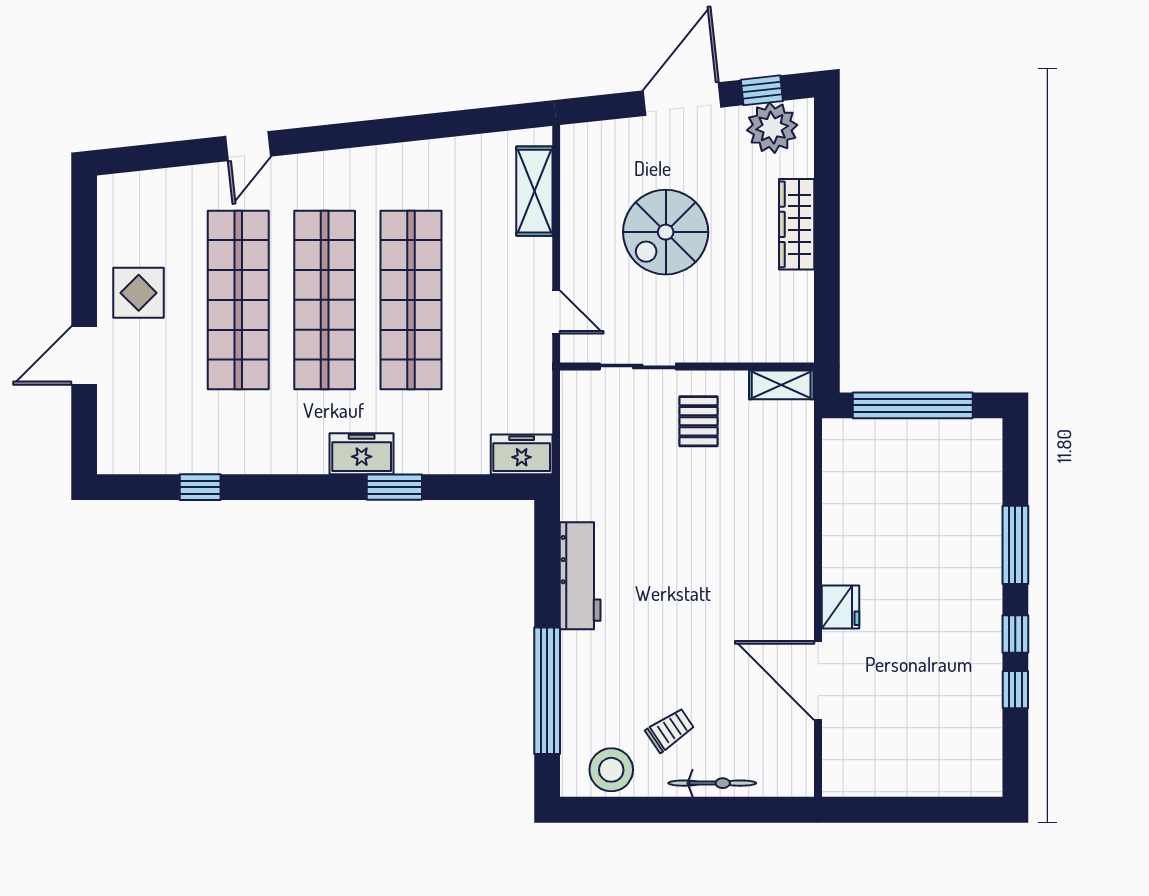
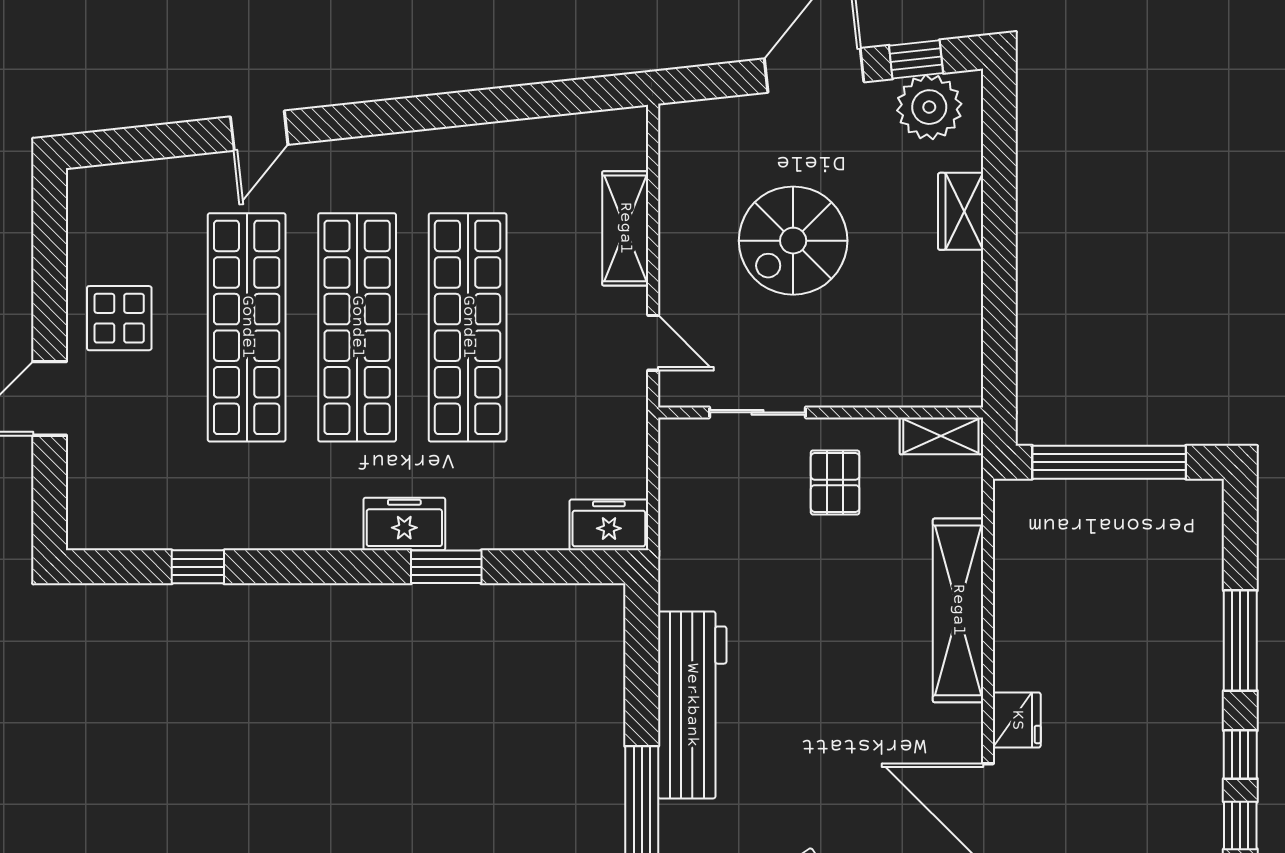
shelving: (534, 191) -> (625, 228), moved
wardrobe: (797, 224) -> (961, 211), width x0.67
shelving: (795, 521) -> (958, 610), added
workbench: (580, 576) -> (692, 705), width x1.36, depth x1.32

